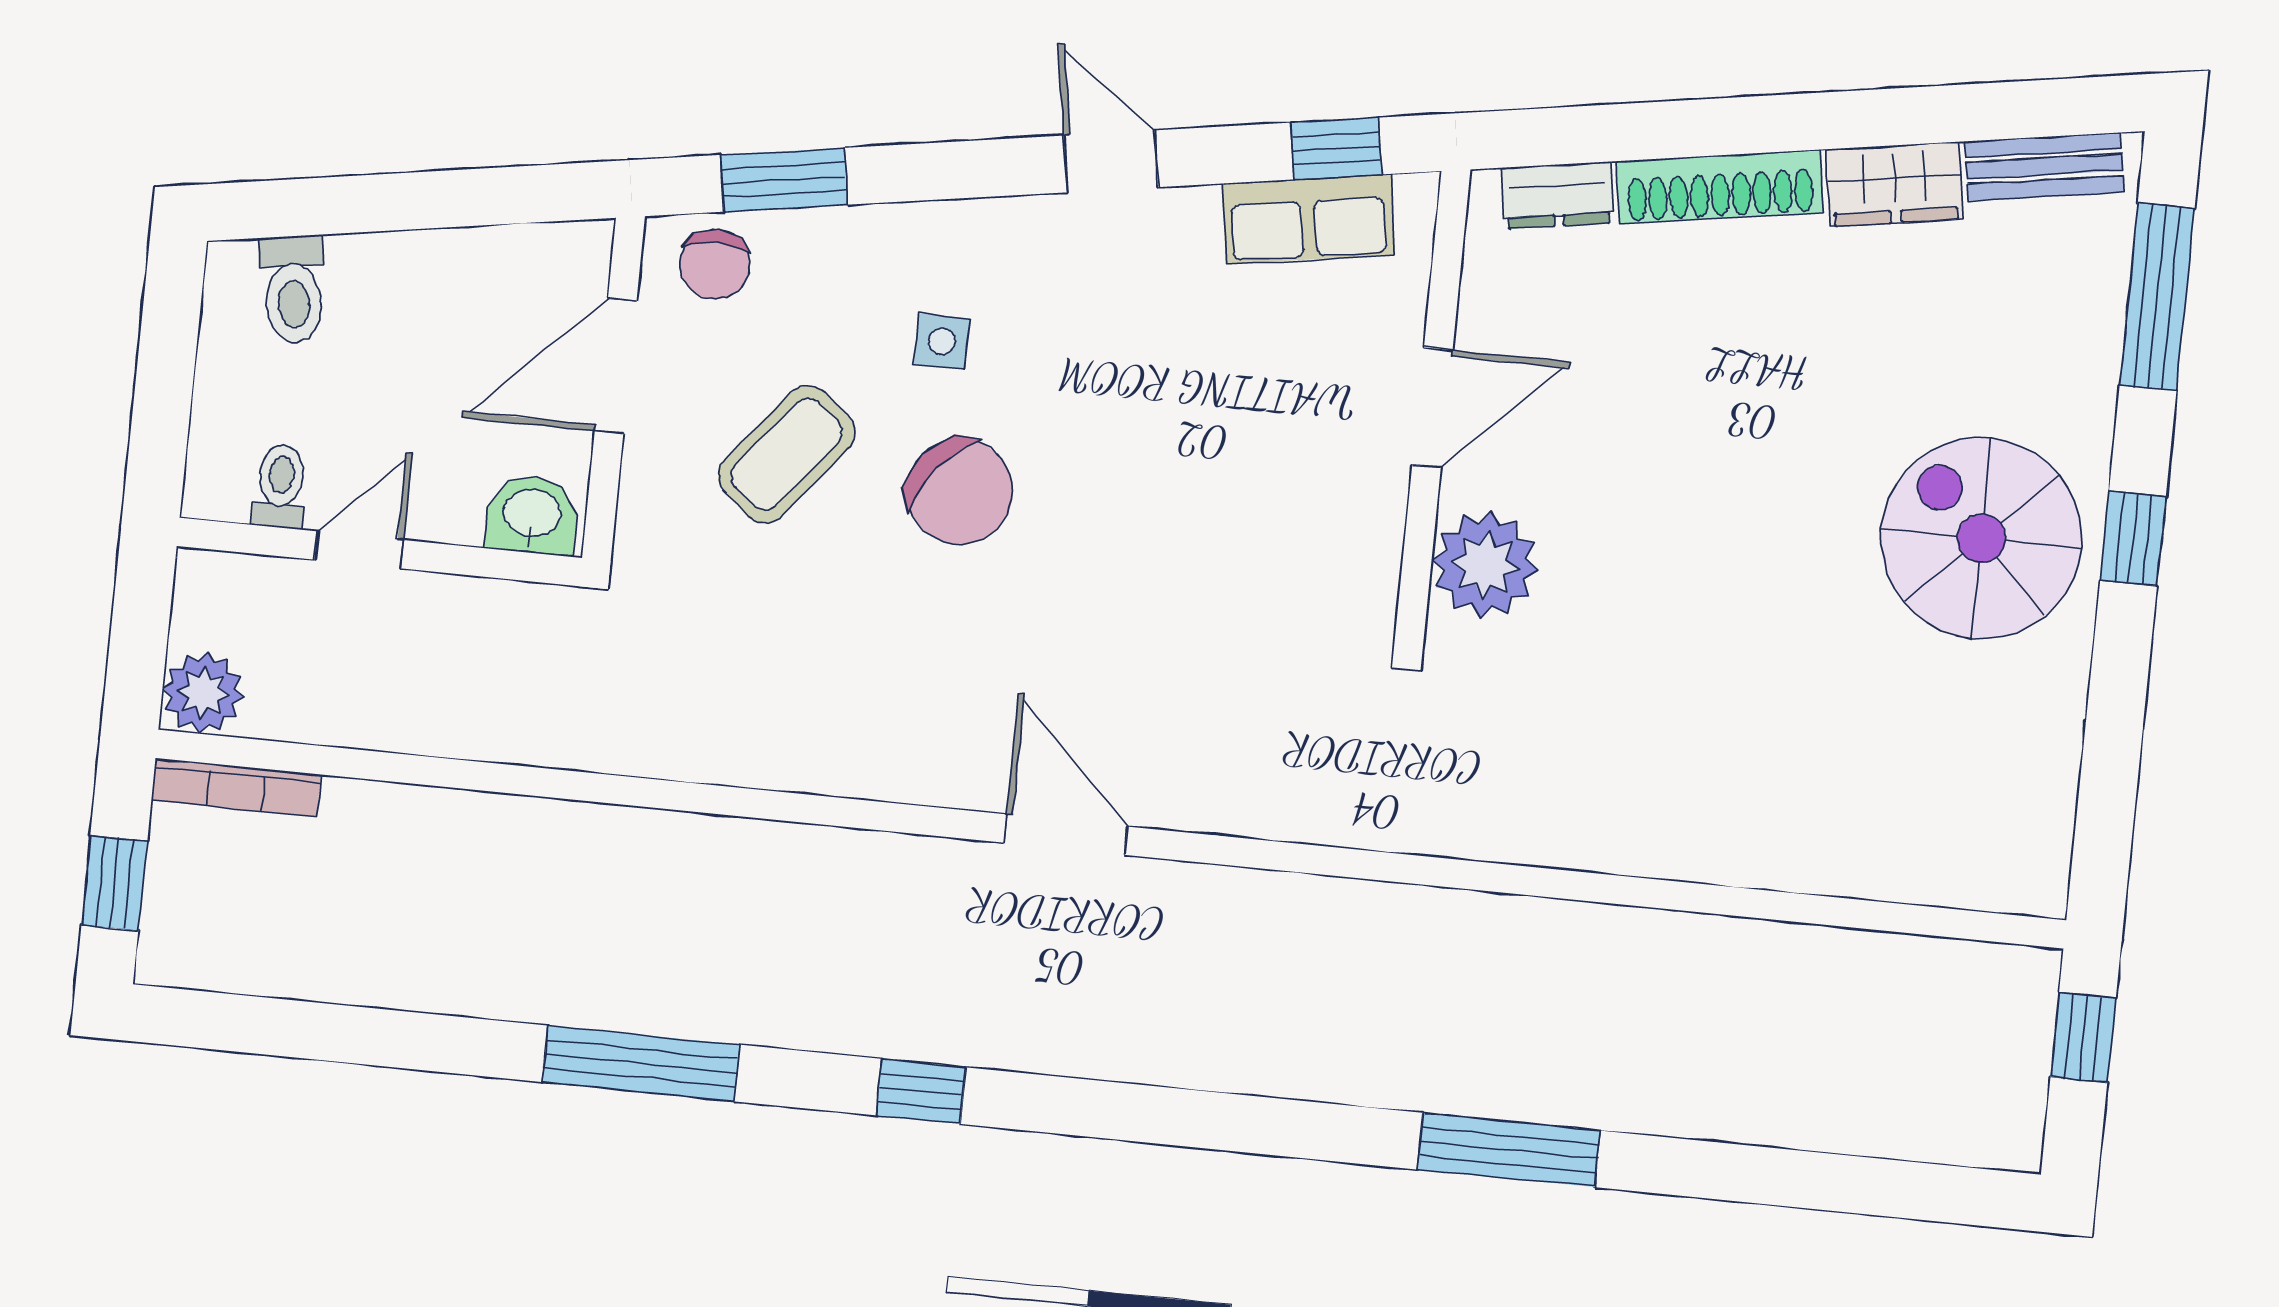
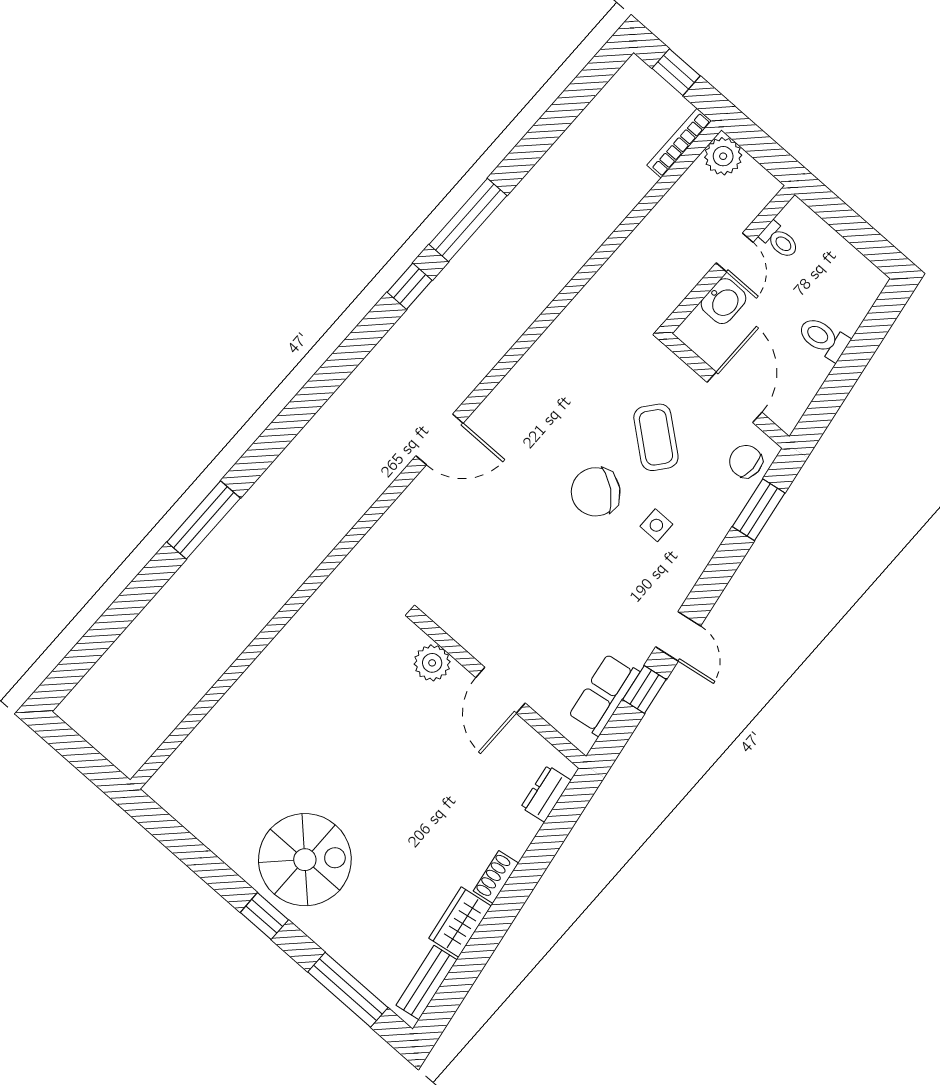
window: (1336, 149) -> (644, 689), moved
door: (1111, 161) -> (678, 636), hinge flipped
shoe rack: (1720, 187) -> (496, 877), width x0.51, depth x0.81
toilet: (293, 289) -> (823, 338), moved
washbasin: (532, 515) -> (724, 301), moved
plant: (1485, 565) -> (432, 663), width x0.73, depth x0.73
window: (2083, 1038) -> (92, 764), removed
window: (921, 1091) -> (410, 286), moved

